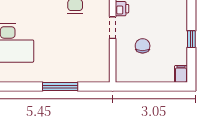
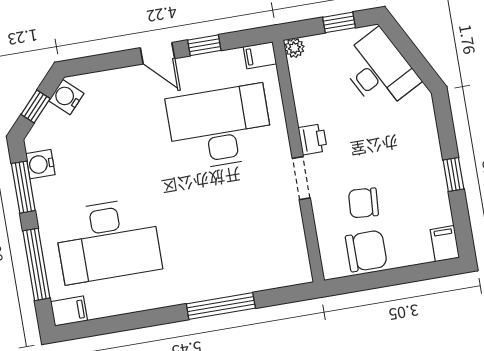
chair: (143, 46) -> (363, 203), turned -86
chair: (140, 71) -> (366, 251), added

